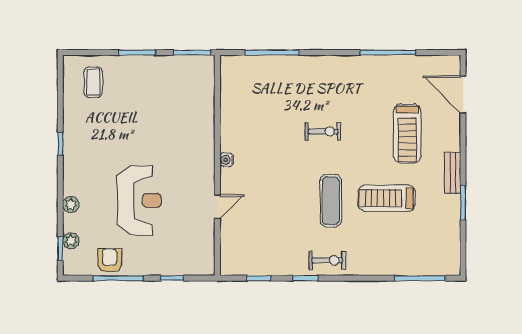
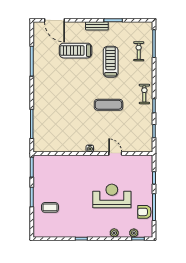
coffee table: (93, 82) -> (50, 207), moved
door: (463, 95) -> (54, 20), hinge flipped
exercise bike: (323, 131) -> (139, 51), moved
treadmill: (407, 133) -> (76, 51), turned 180
treadmill: (387, 198) -> (111, 62), turned 180
exercise mat: (331, 201) -> (108, 105), moved

